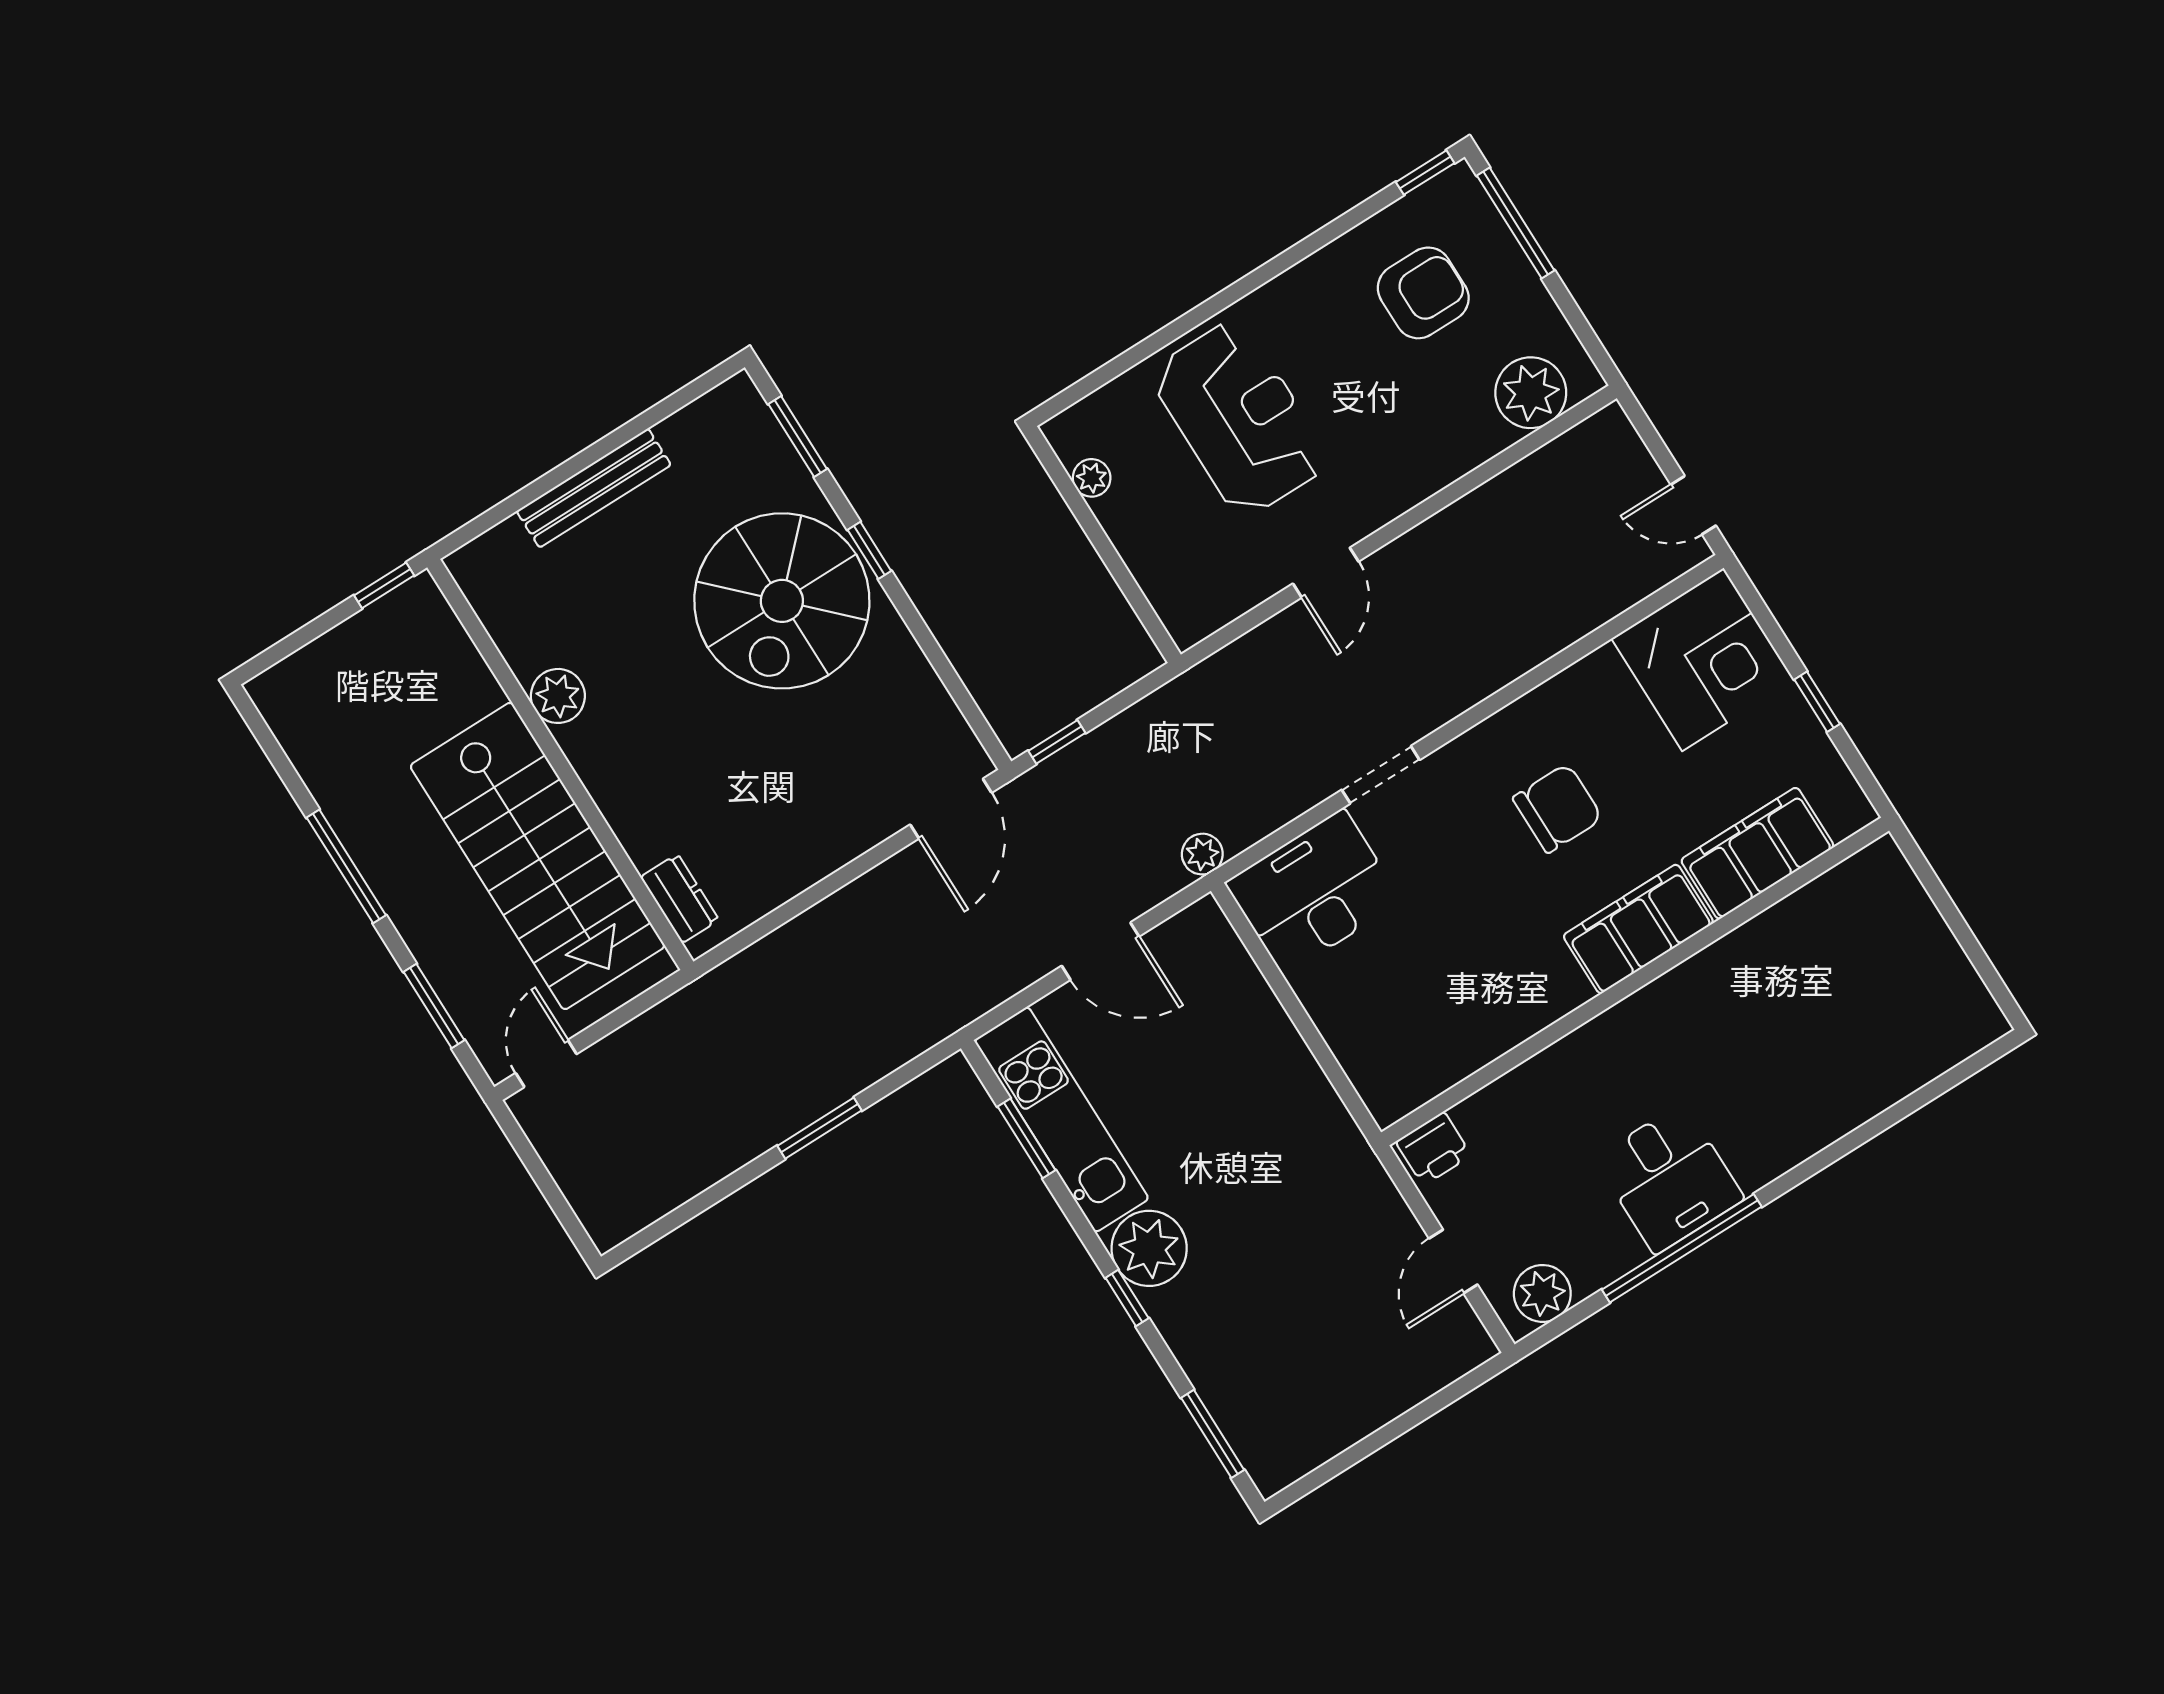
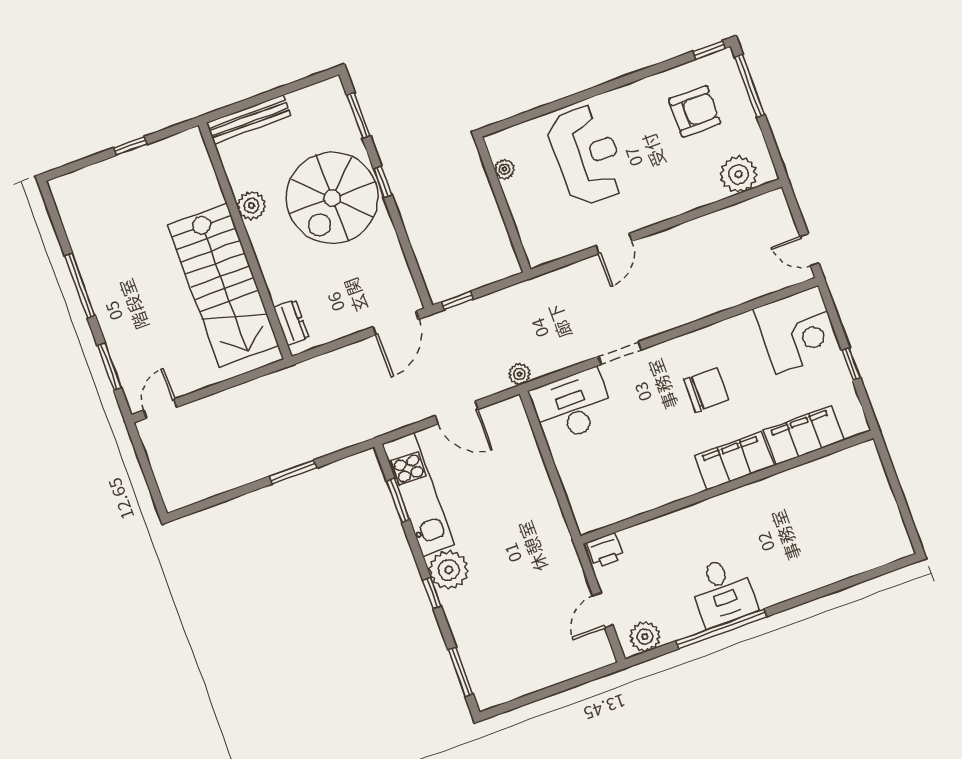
plant: (558, 696) -> (252, 206), moved
wall: (560, 765) -> (245, 241), moved
stairs: (538, 856) -> (223, 285), moved
dresser: (680, 898) -> (291, 323), moved

